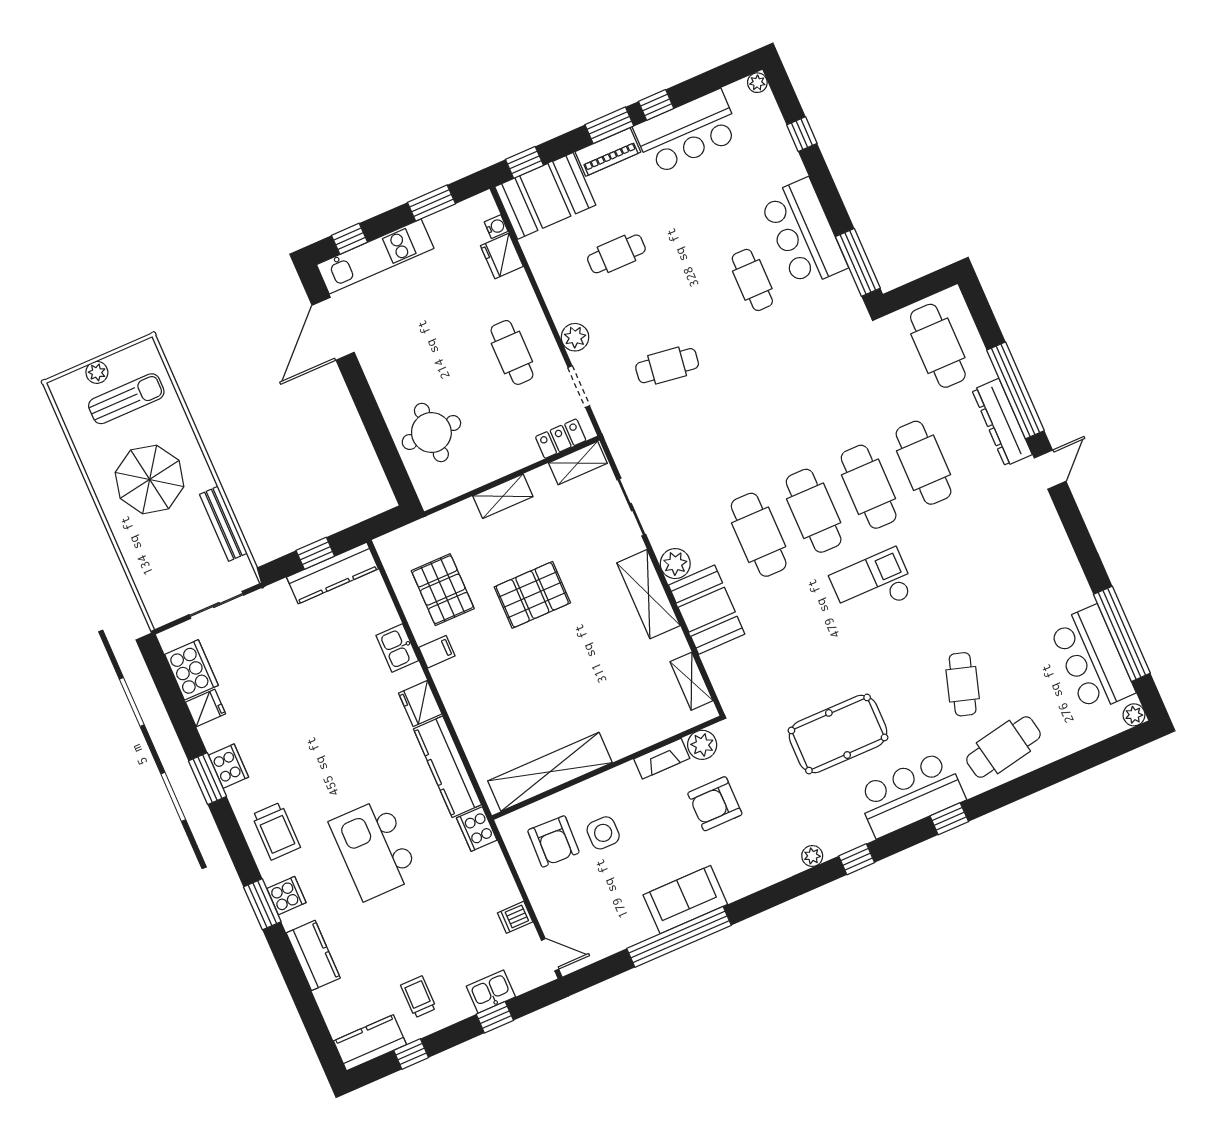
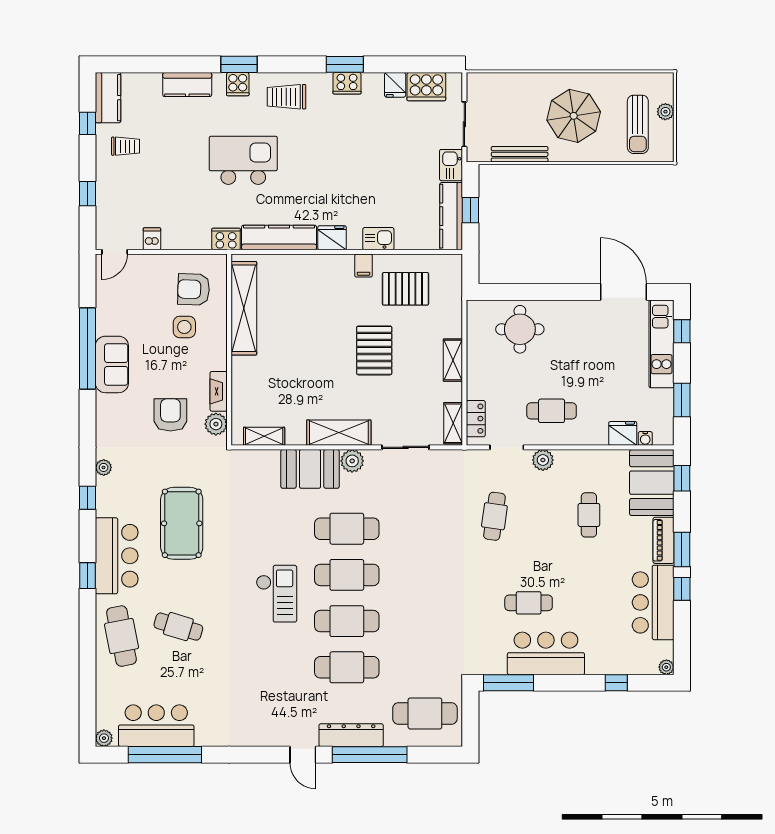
kitchen sink: (491, 992) -> (451, 165), moved, turned 180

